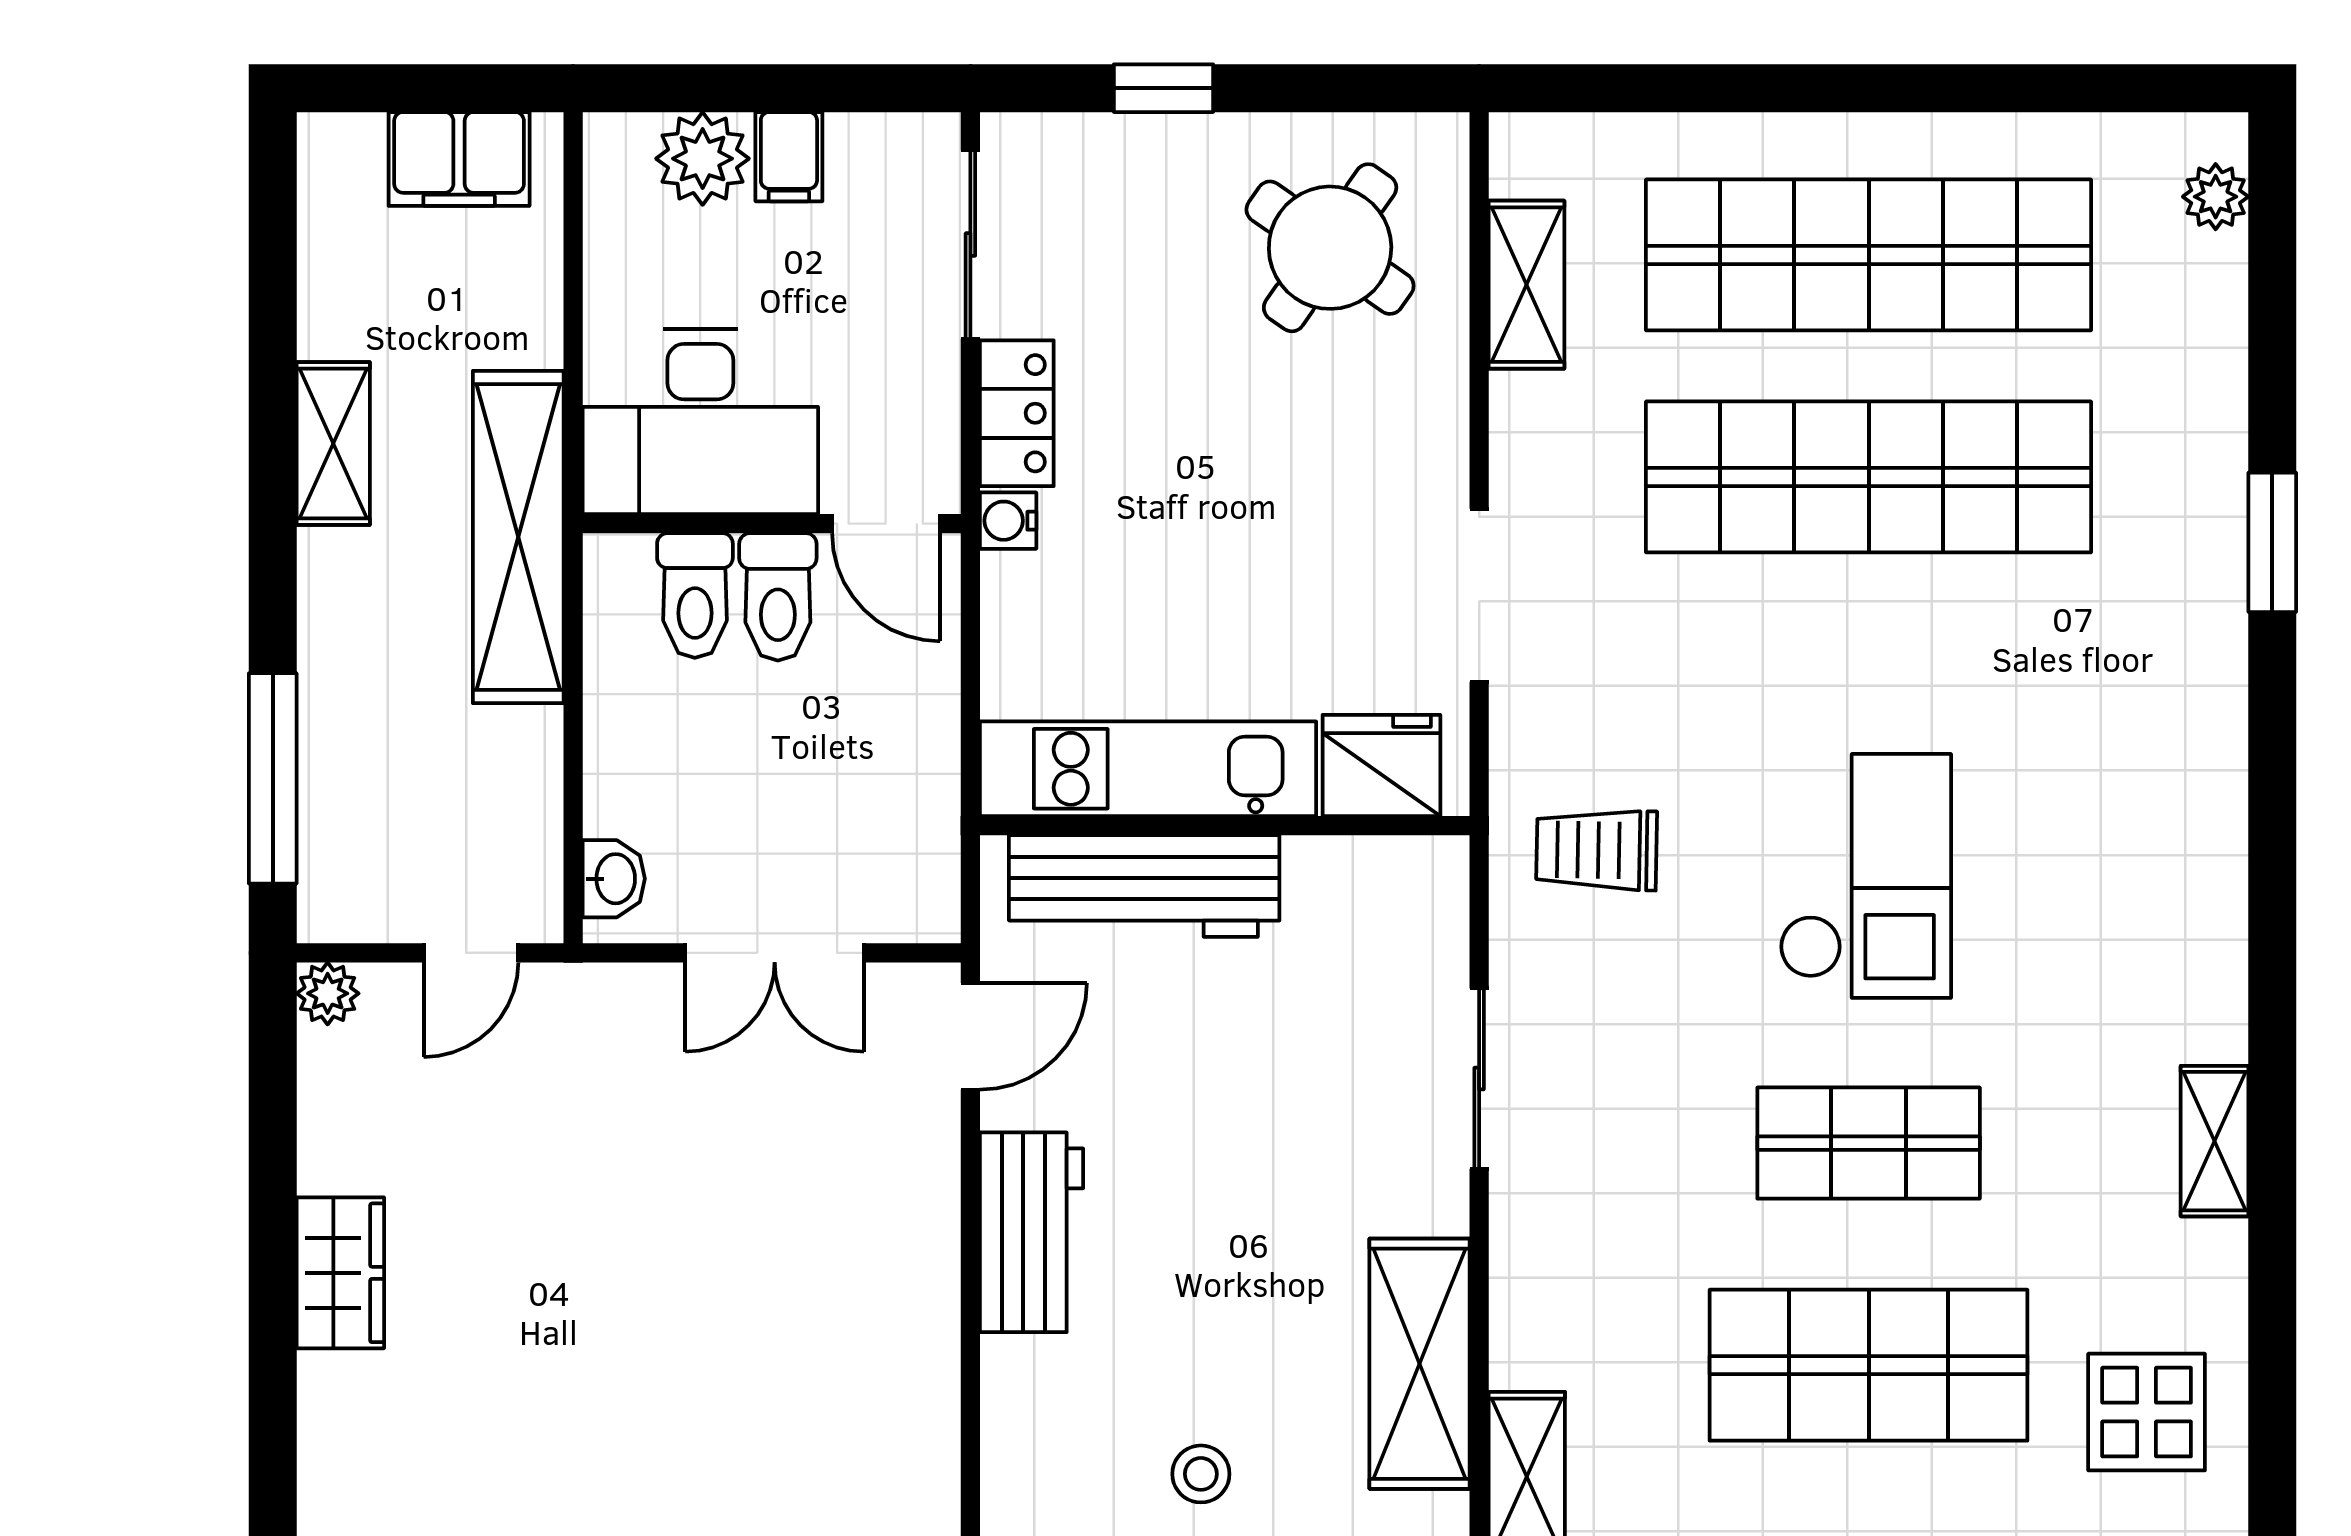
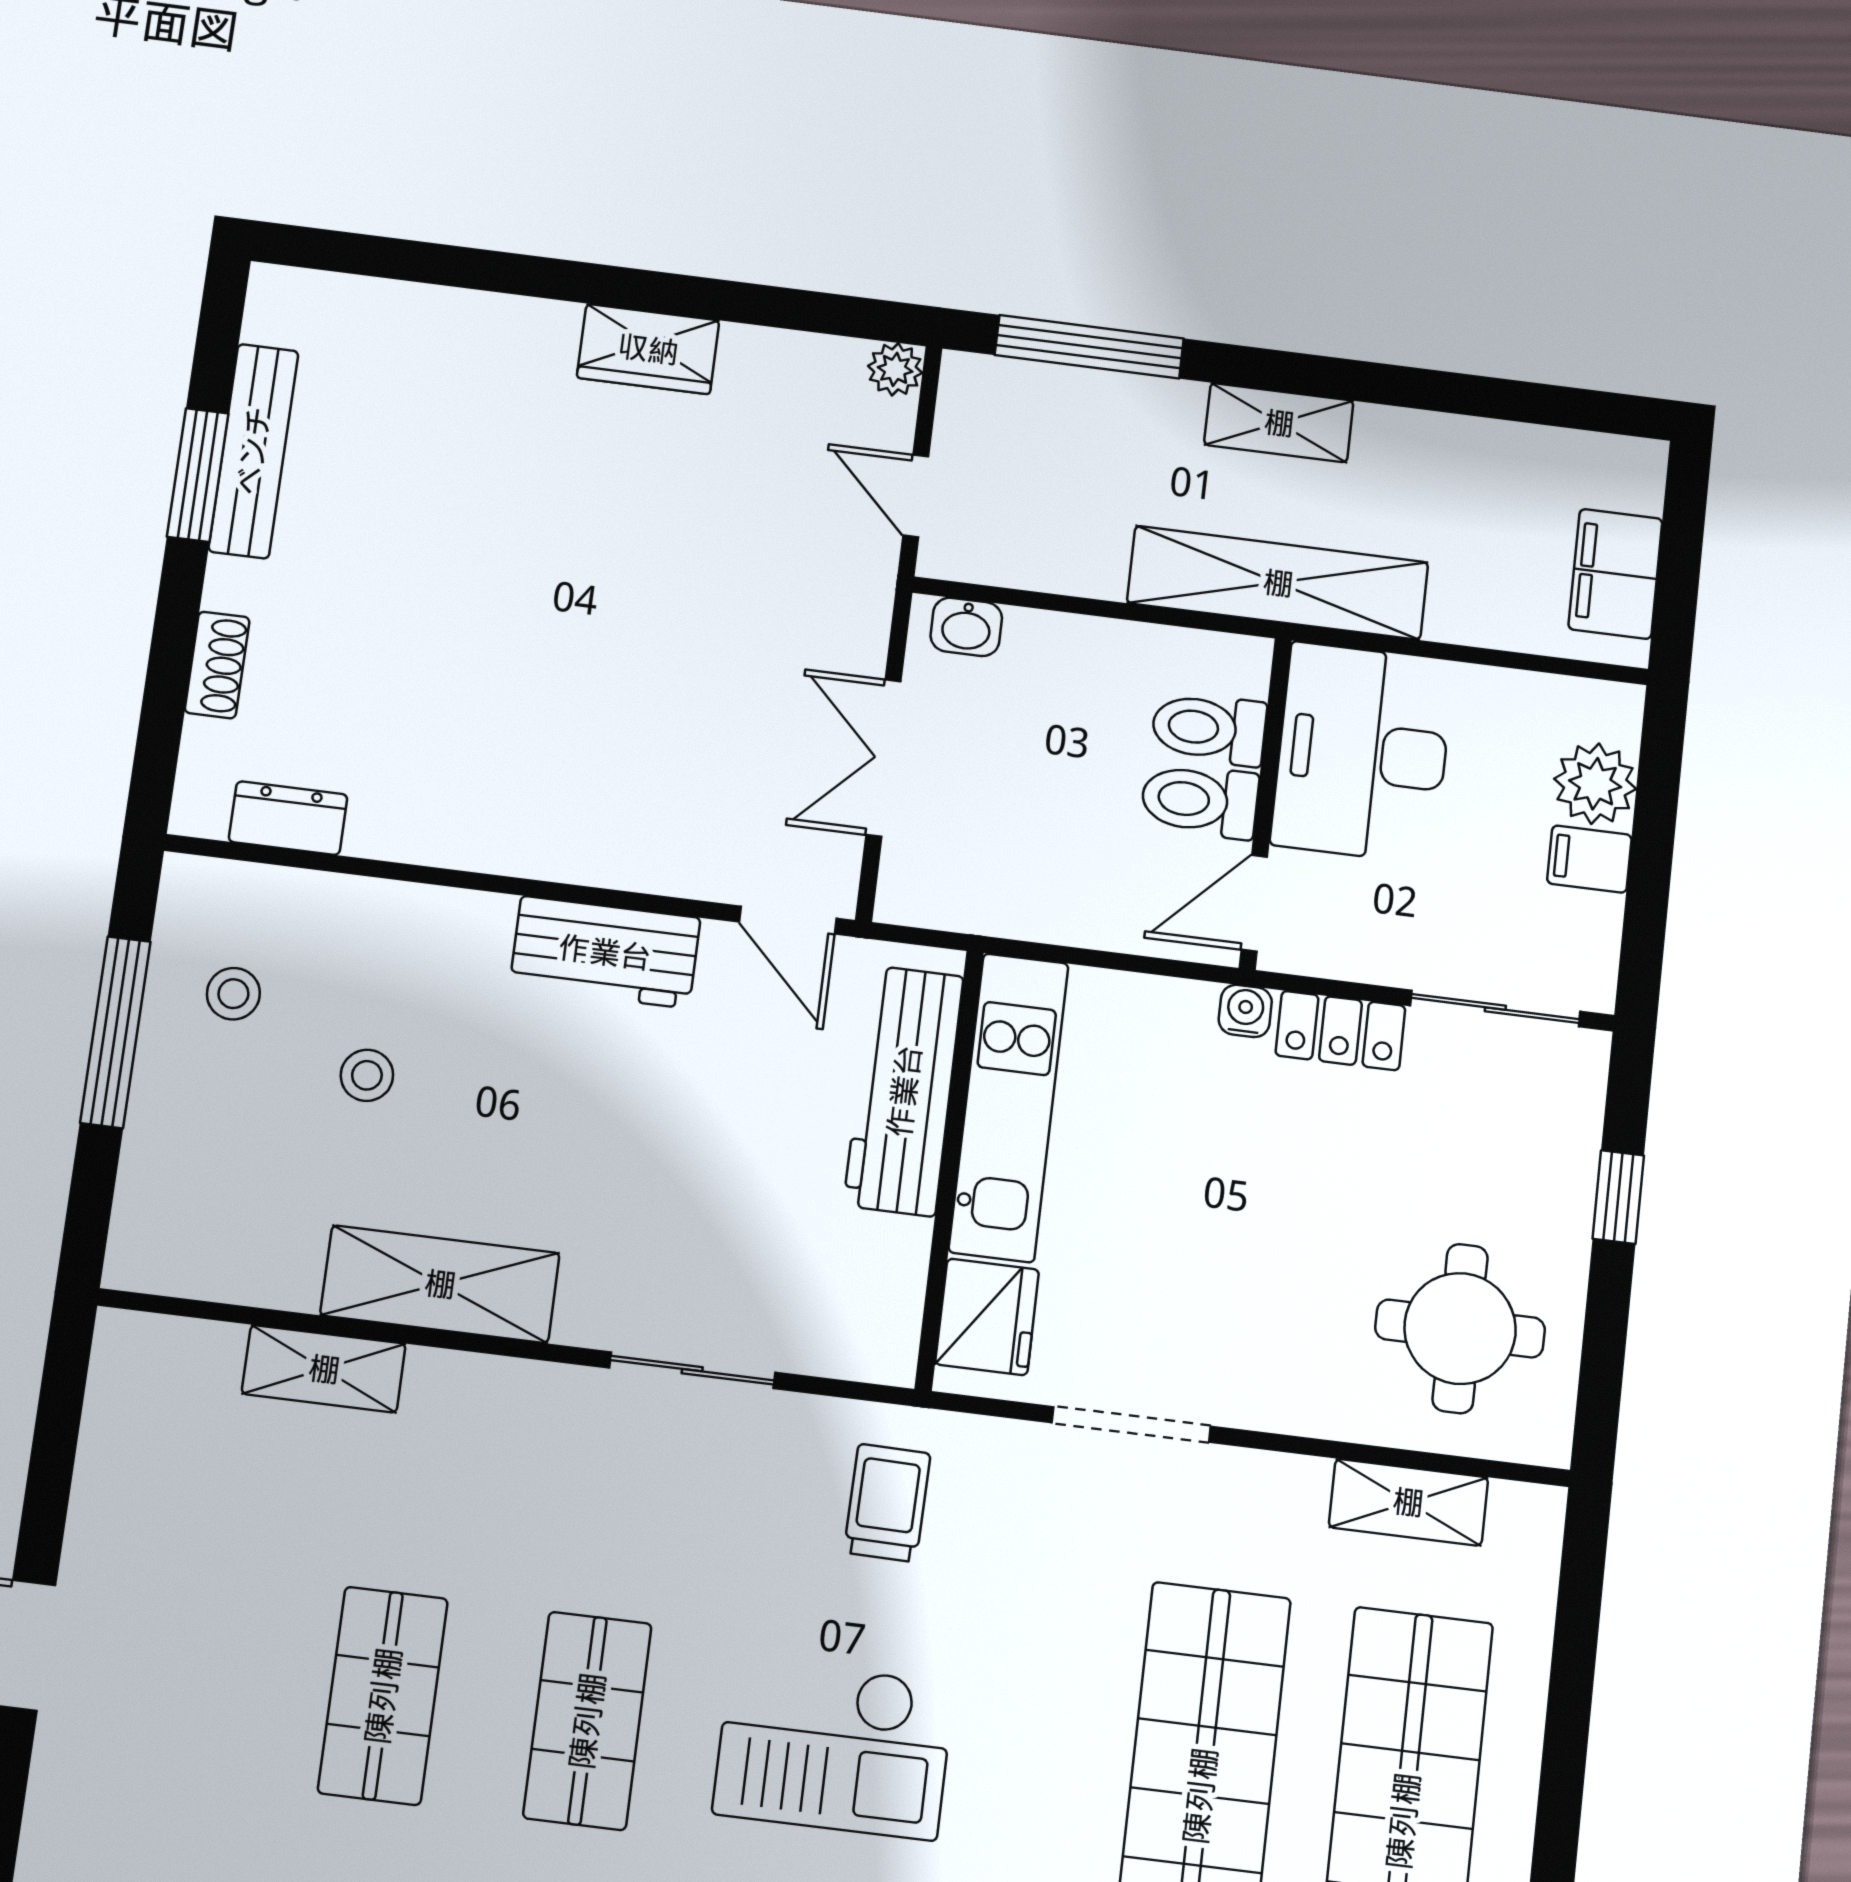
round table: (1330, 248) -> (1460, 1329), turned -35
shelving: (333, 444) -> (1279, 423), moved
shop shelf: (1869, 1365) -> (383, 1696), width x0.70, depth x0.74

